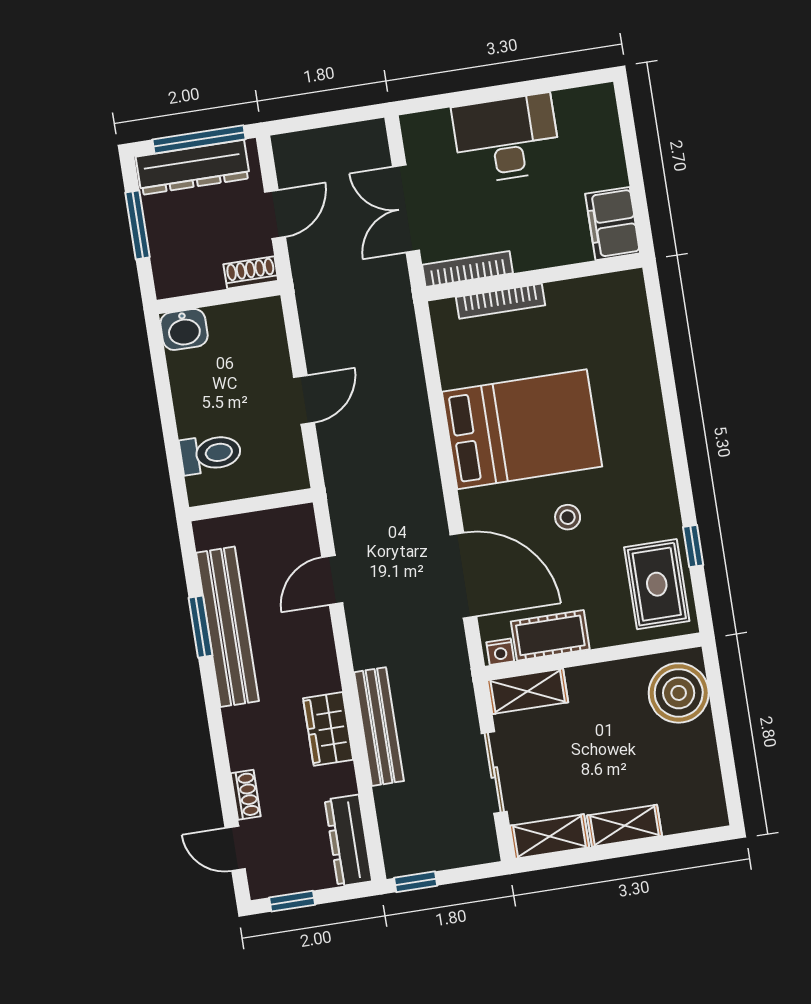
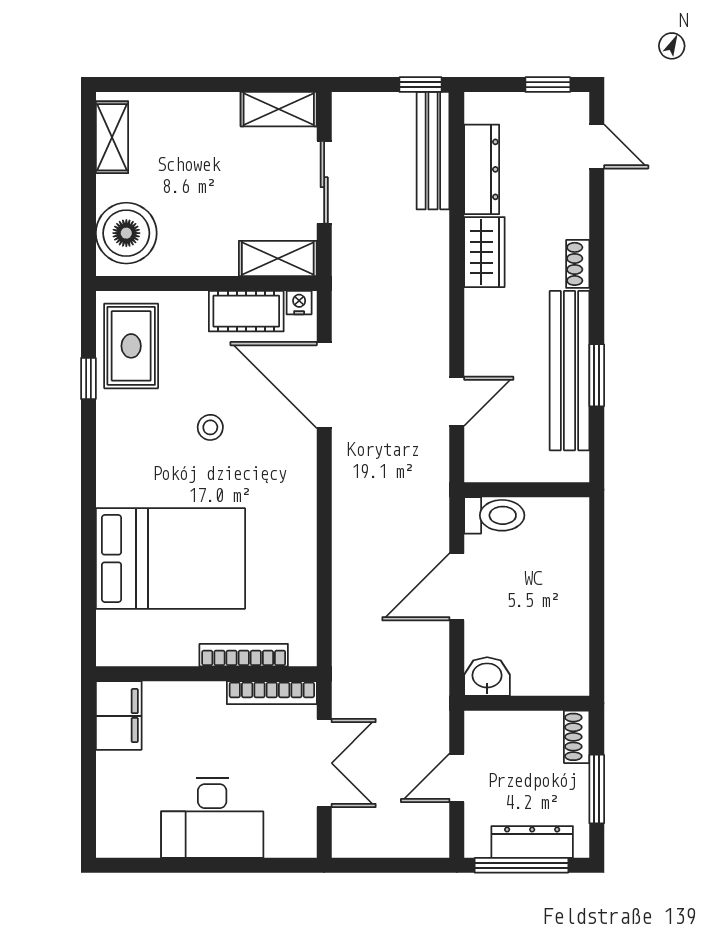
dresser: (193, 167) -> (532, 842), width x0.73, depth x0.80
shoe rack: (251, 272) -> (577, 737), moved, turned 90
washbasin: (184, 329) -> (487, 677), moved
door: (304, 400) -> (457, 587), width x1.38
bed: (522, 429) -> (170, 559), moved, turned 180
toilet: (211, 454) -> (494, 515), moved, turned 180
bench: (379, 727) -> (433, 151), moved
shoe rack: (246, 795) -> (578, 264), moved
shelving: (624, 826) -> (112, 137), moved, turned 90
dresser: (348, 840) -> (482, 169), moved

